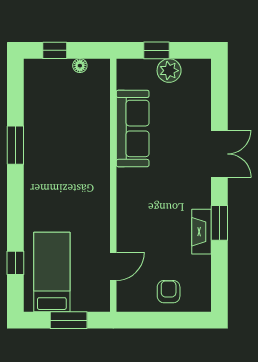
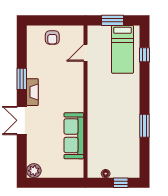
window: (157, 50) -> (60, 183), removed
plant: (169, 71) -> (34, 171), moved
fireplace: (201, 232) -> (32, 92), moved

